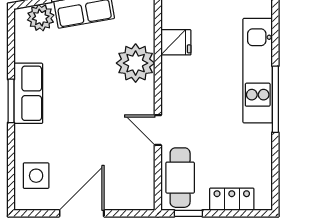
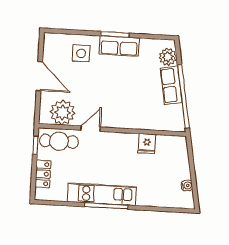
plant: (136, 63) -> (62, 112), moved
kitchen unit: (258, 71) -> (102, 194), moved
side table: (36, 176) -> (81, 53), moved

